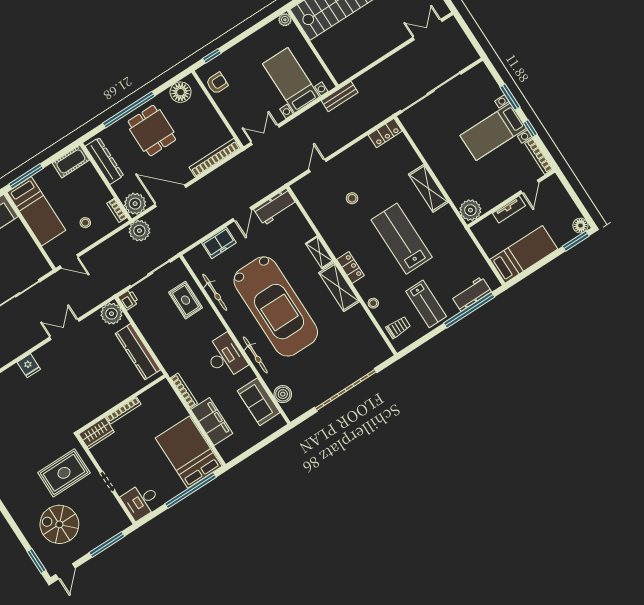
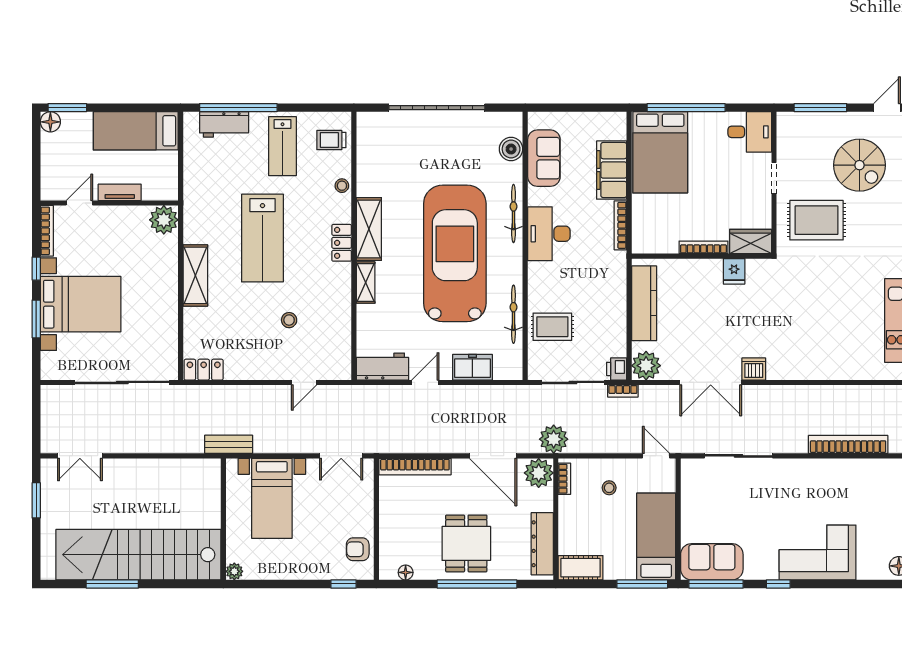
floor lamp: (181, 92) -> (406, 572), width x0.53, depth x0.53
bed with nightstands: (493, 132) -> (81, 304), width x1.36
bookcase: (116, 288) -> (623, 391), added
rug: (185, 300) -> (552, 327), turned 90
lab bench: (426, 304) -> (282, 146), turned 180
double door: (64, 329) -> (711, 382), width x1.37
dishwasher: (43, 355) -> (754, 369), added
fridge: (29, 366) -> (734, 271), moved, turned 180

